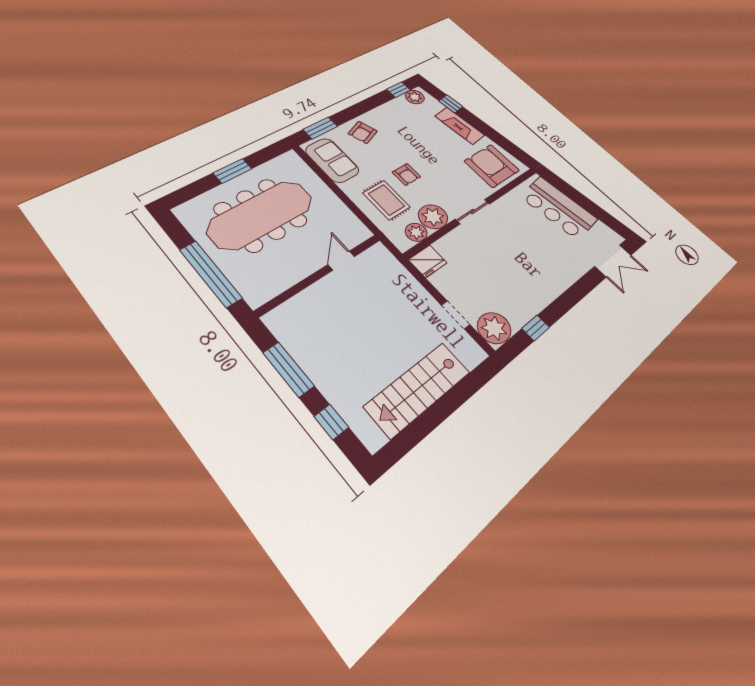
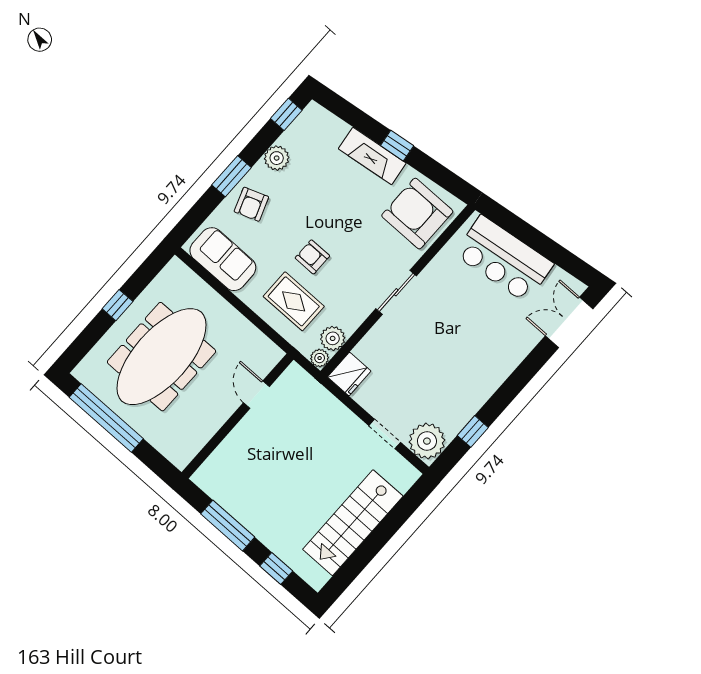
plant: (415, 97) -> (277, 158), moved
window: (451, 104) -> (397, 146), moved
window: (320, 128) -> (232, 176), moved
window: (232, 171) -> (118, 305), width x0.67
armchair: (406, 174) -> (312, 257), turned 180
plant: (433, 217) -> (320, 358), moved, width x0.53, depth x0.53
double door: (613, 261) -> (569, 322), swing flipped
window: (211, 274) -> (106, 418), moved

